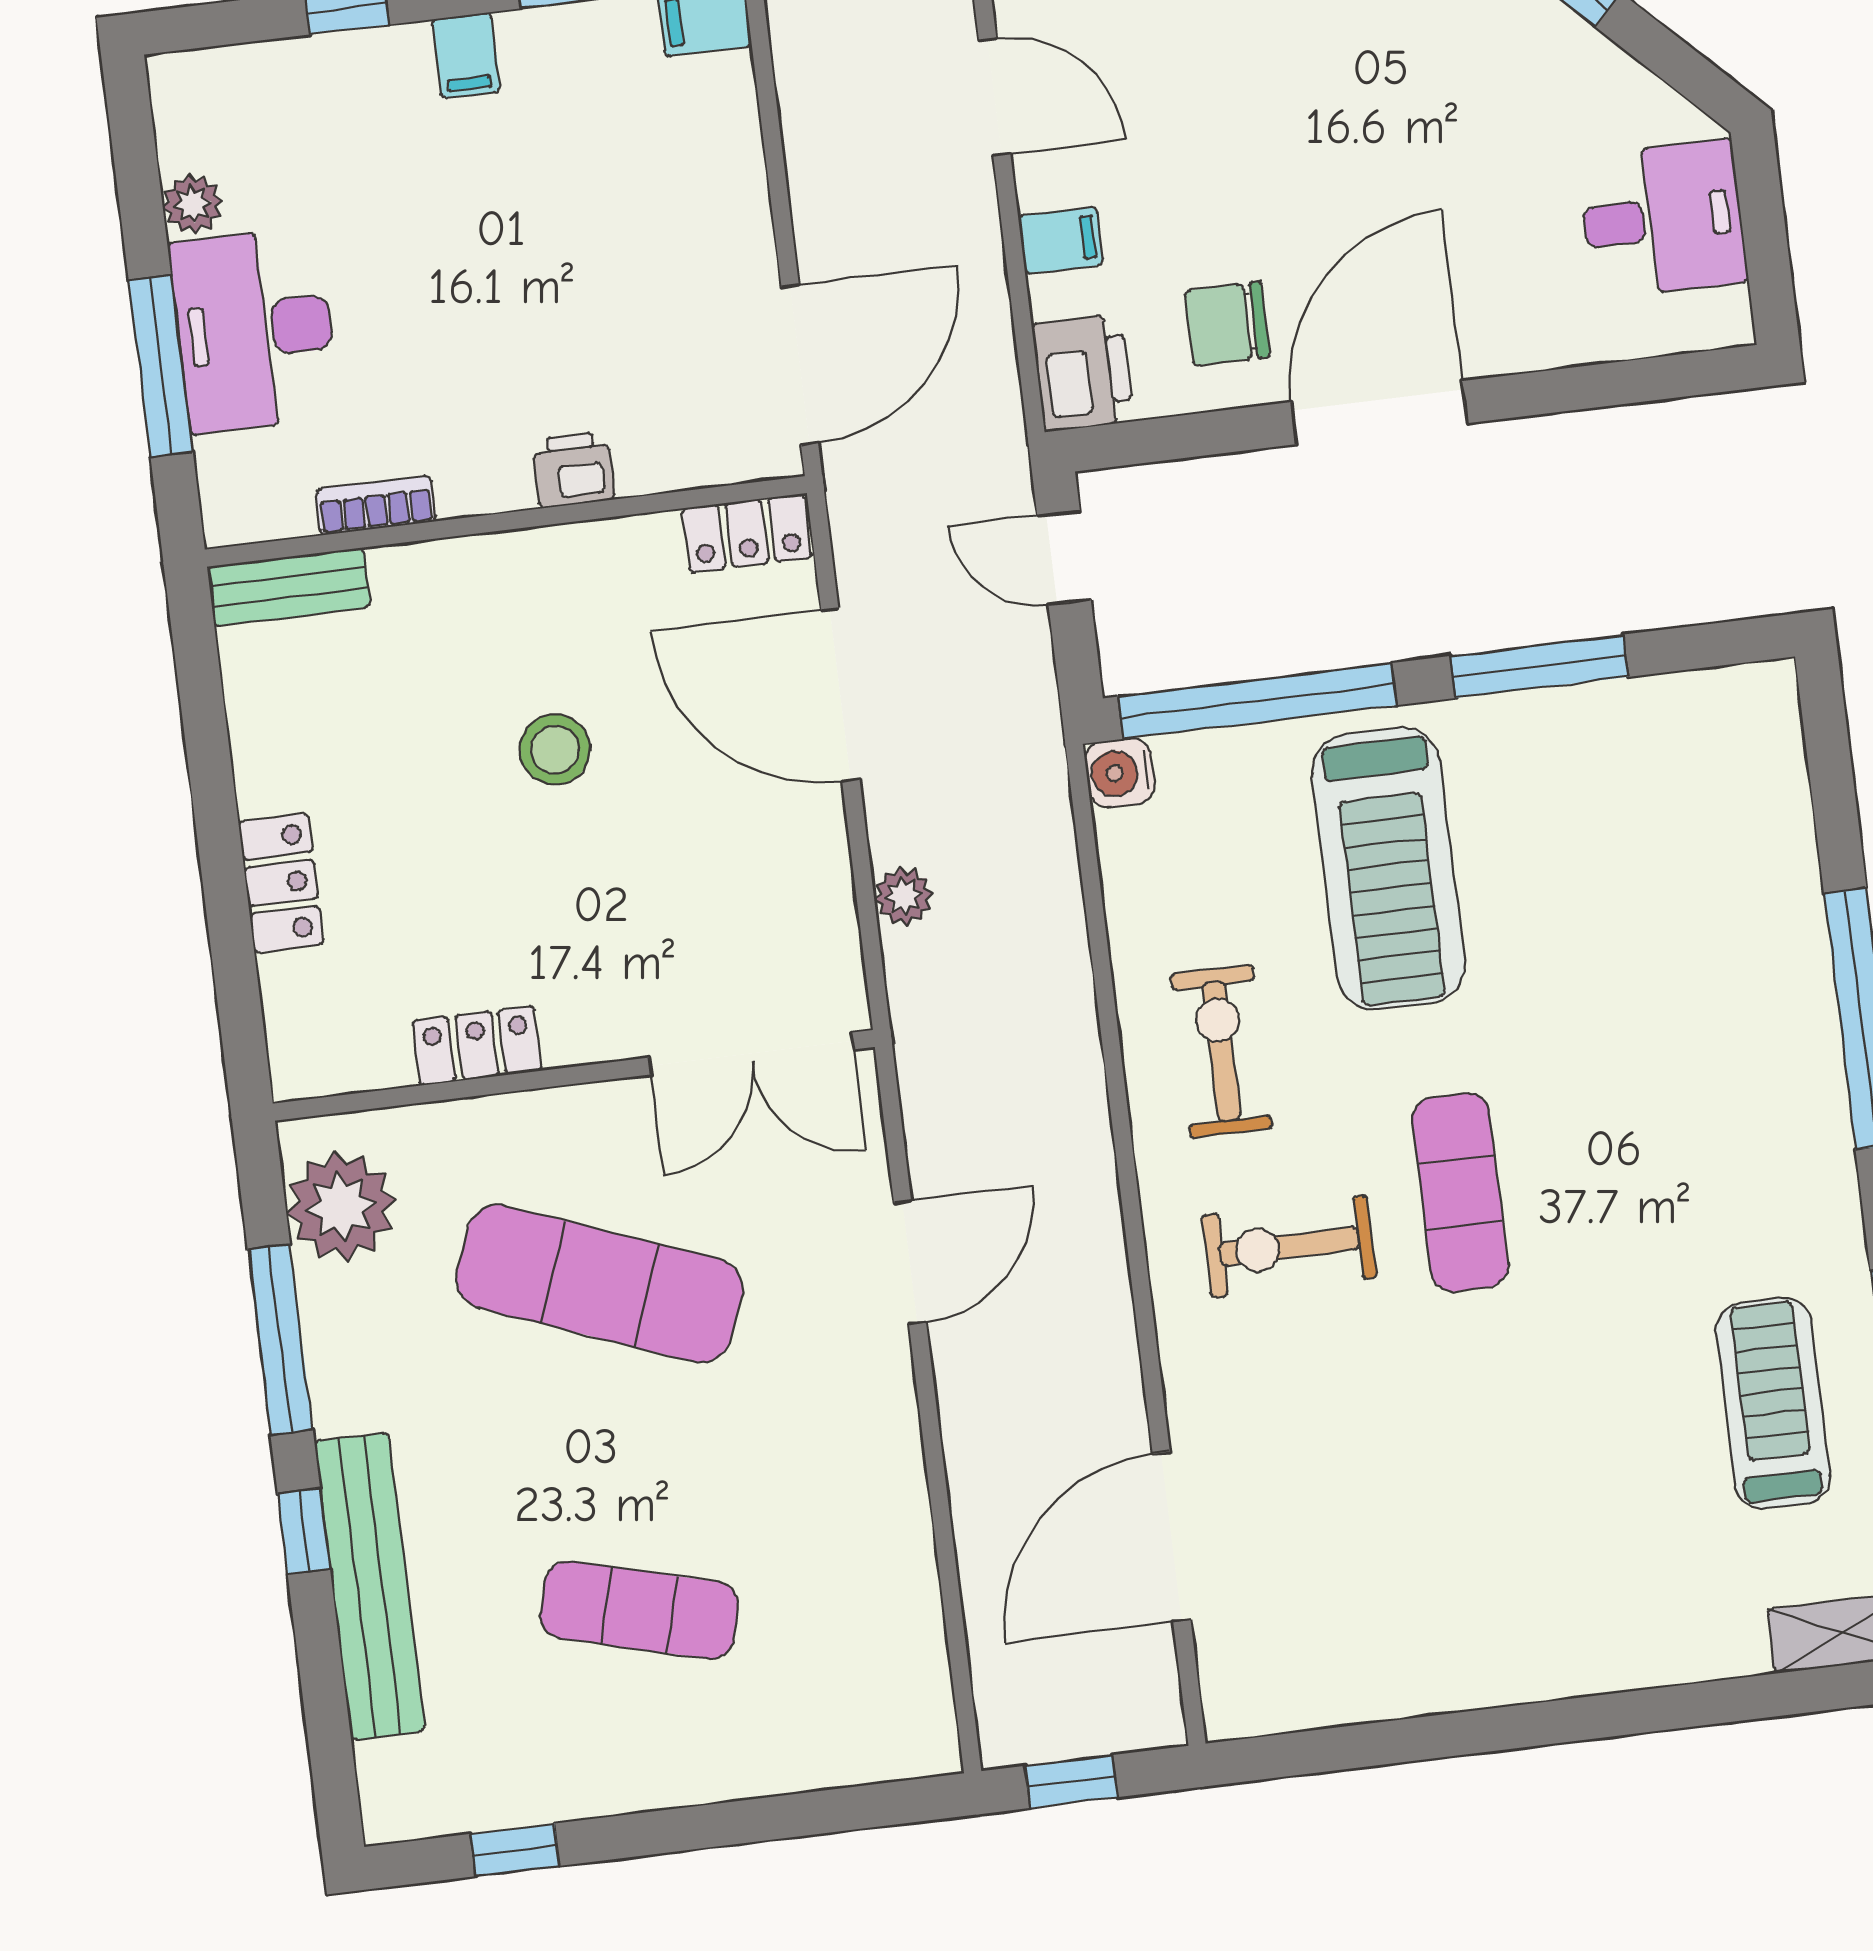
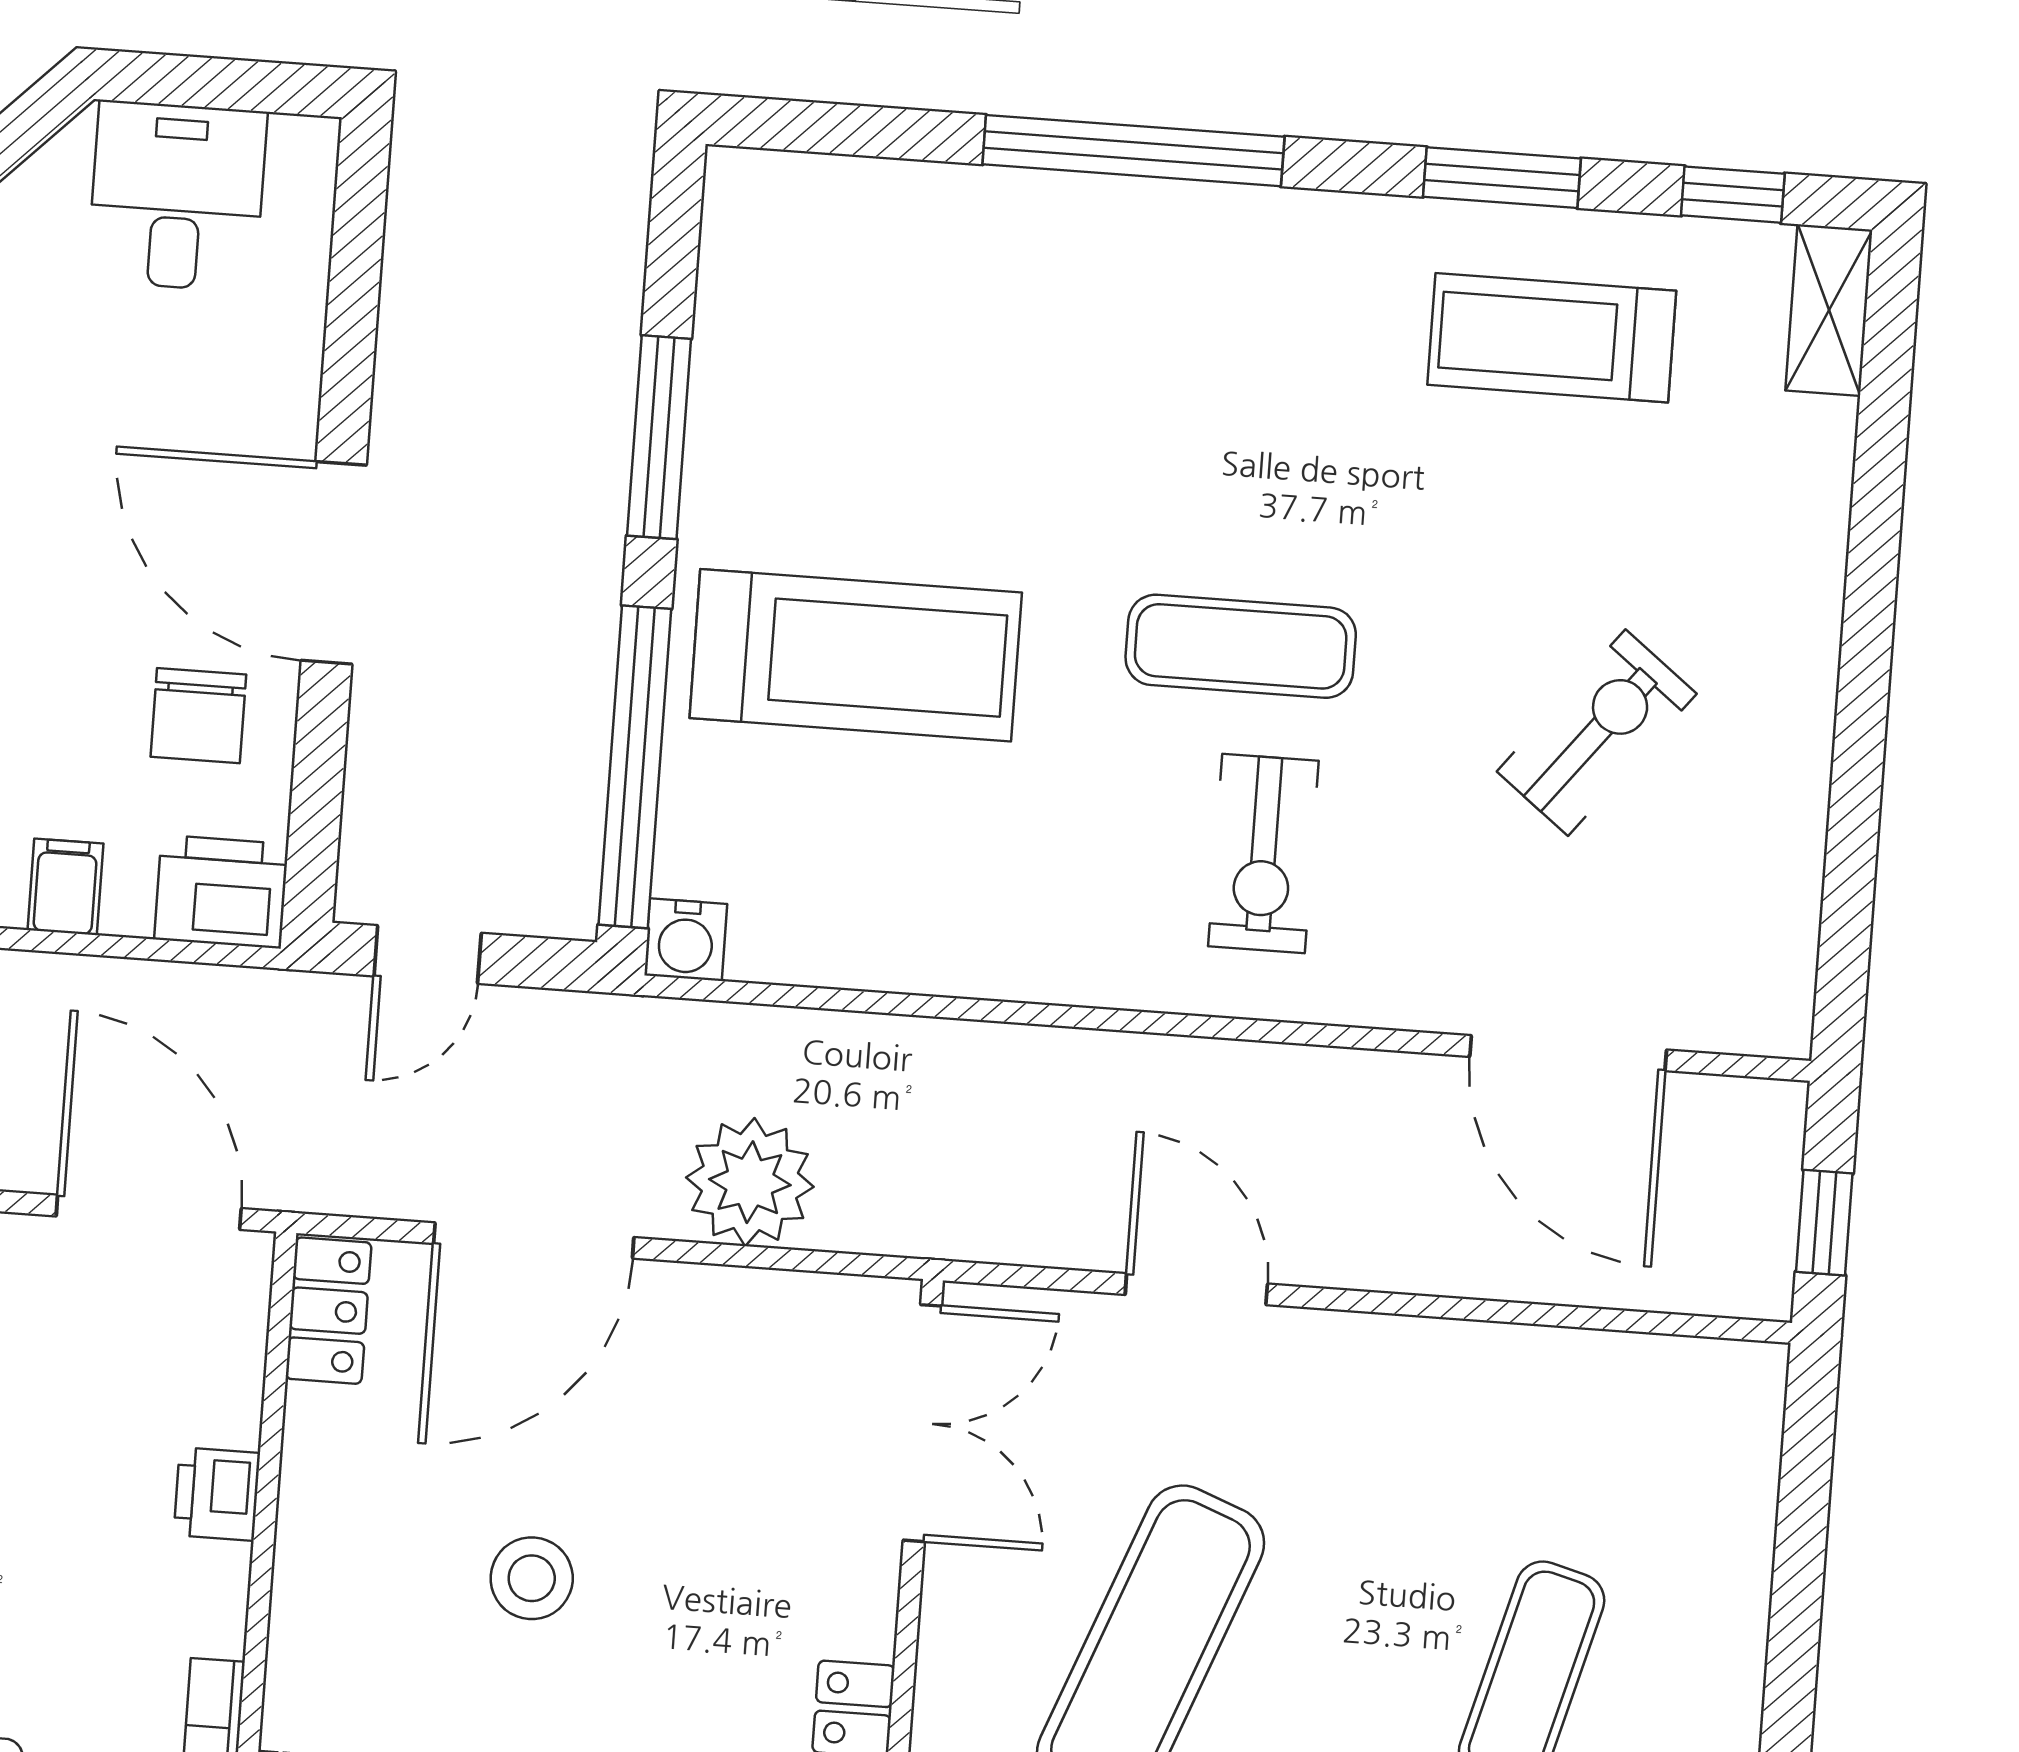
plant: (903, 896) -> (750, 1182), width x1.88, depth x1.88
exercise bike: (1221, 1051) -> (1597, 733), moved, turned 128

